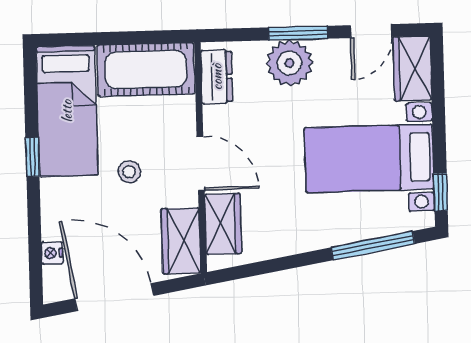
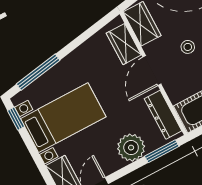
window: (298, 33) -> (162, 151), moved
dresser: (217, 77) -> (163, 115), width x1.44
door: (201, 163) -> (152, 70), hinge flipped

